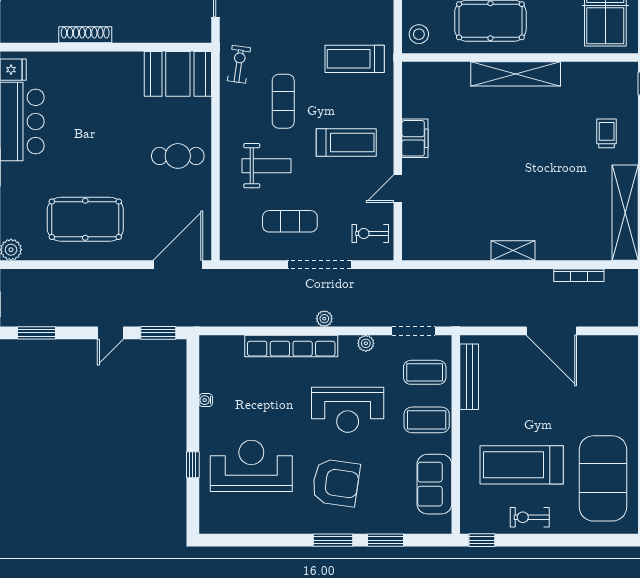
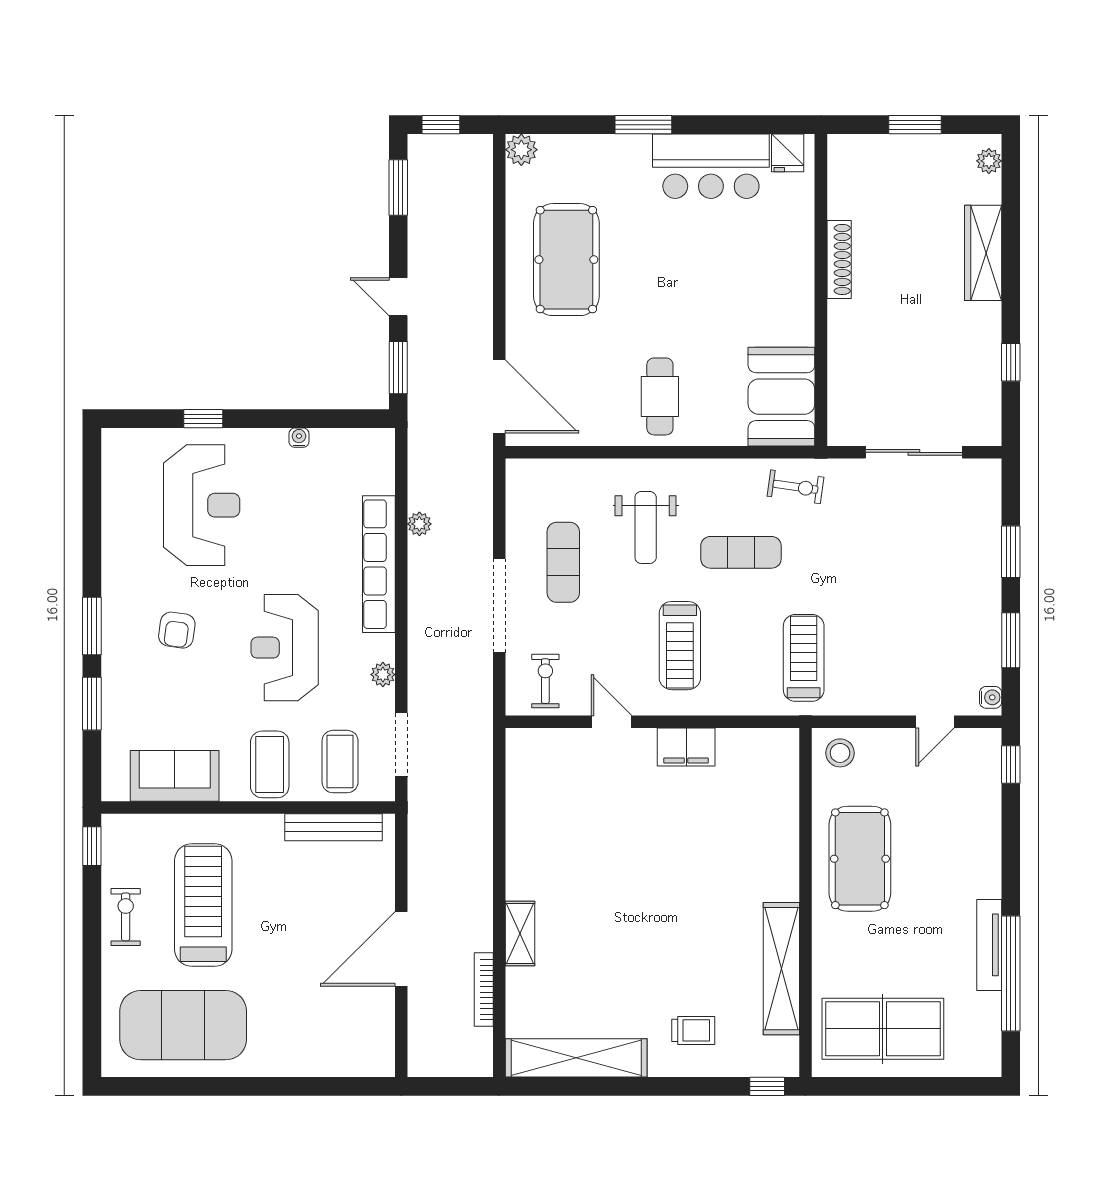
shelving: (516, 74) -> (781, 969), moved
shelving: (513, 251) -> (520, 934), moved
plant: (324, 319) -> (419, 524), moved
armchair: (336, 483) -> (177, 630), width x0.53, depth x0.53

